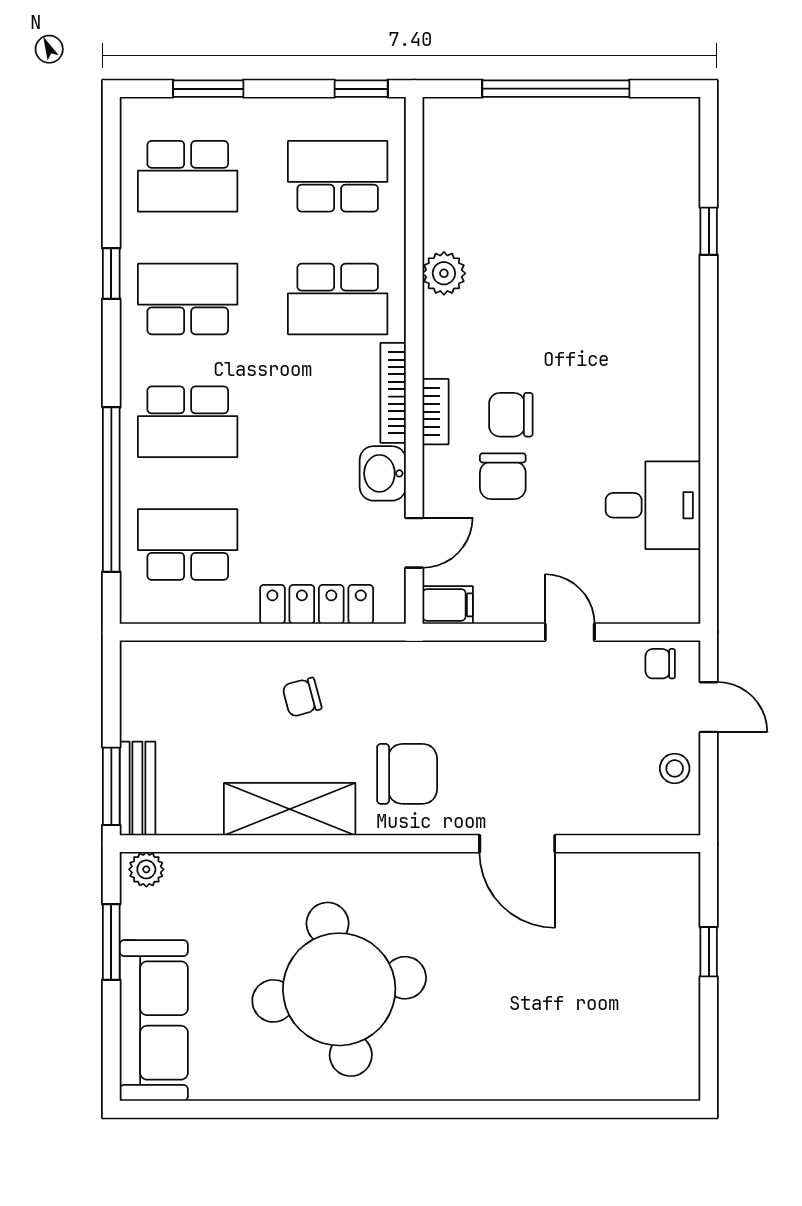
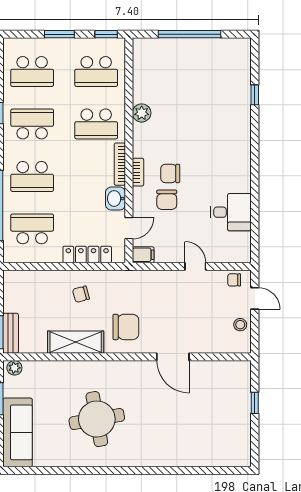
window: (208, 89) -> (59, 34), moved
school desk: (338, 176) -> (96, 72), turned 180
round table: (339, 989) -> (97, 419), width x0.73, depth x0.73

